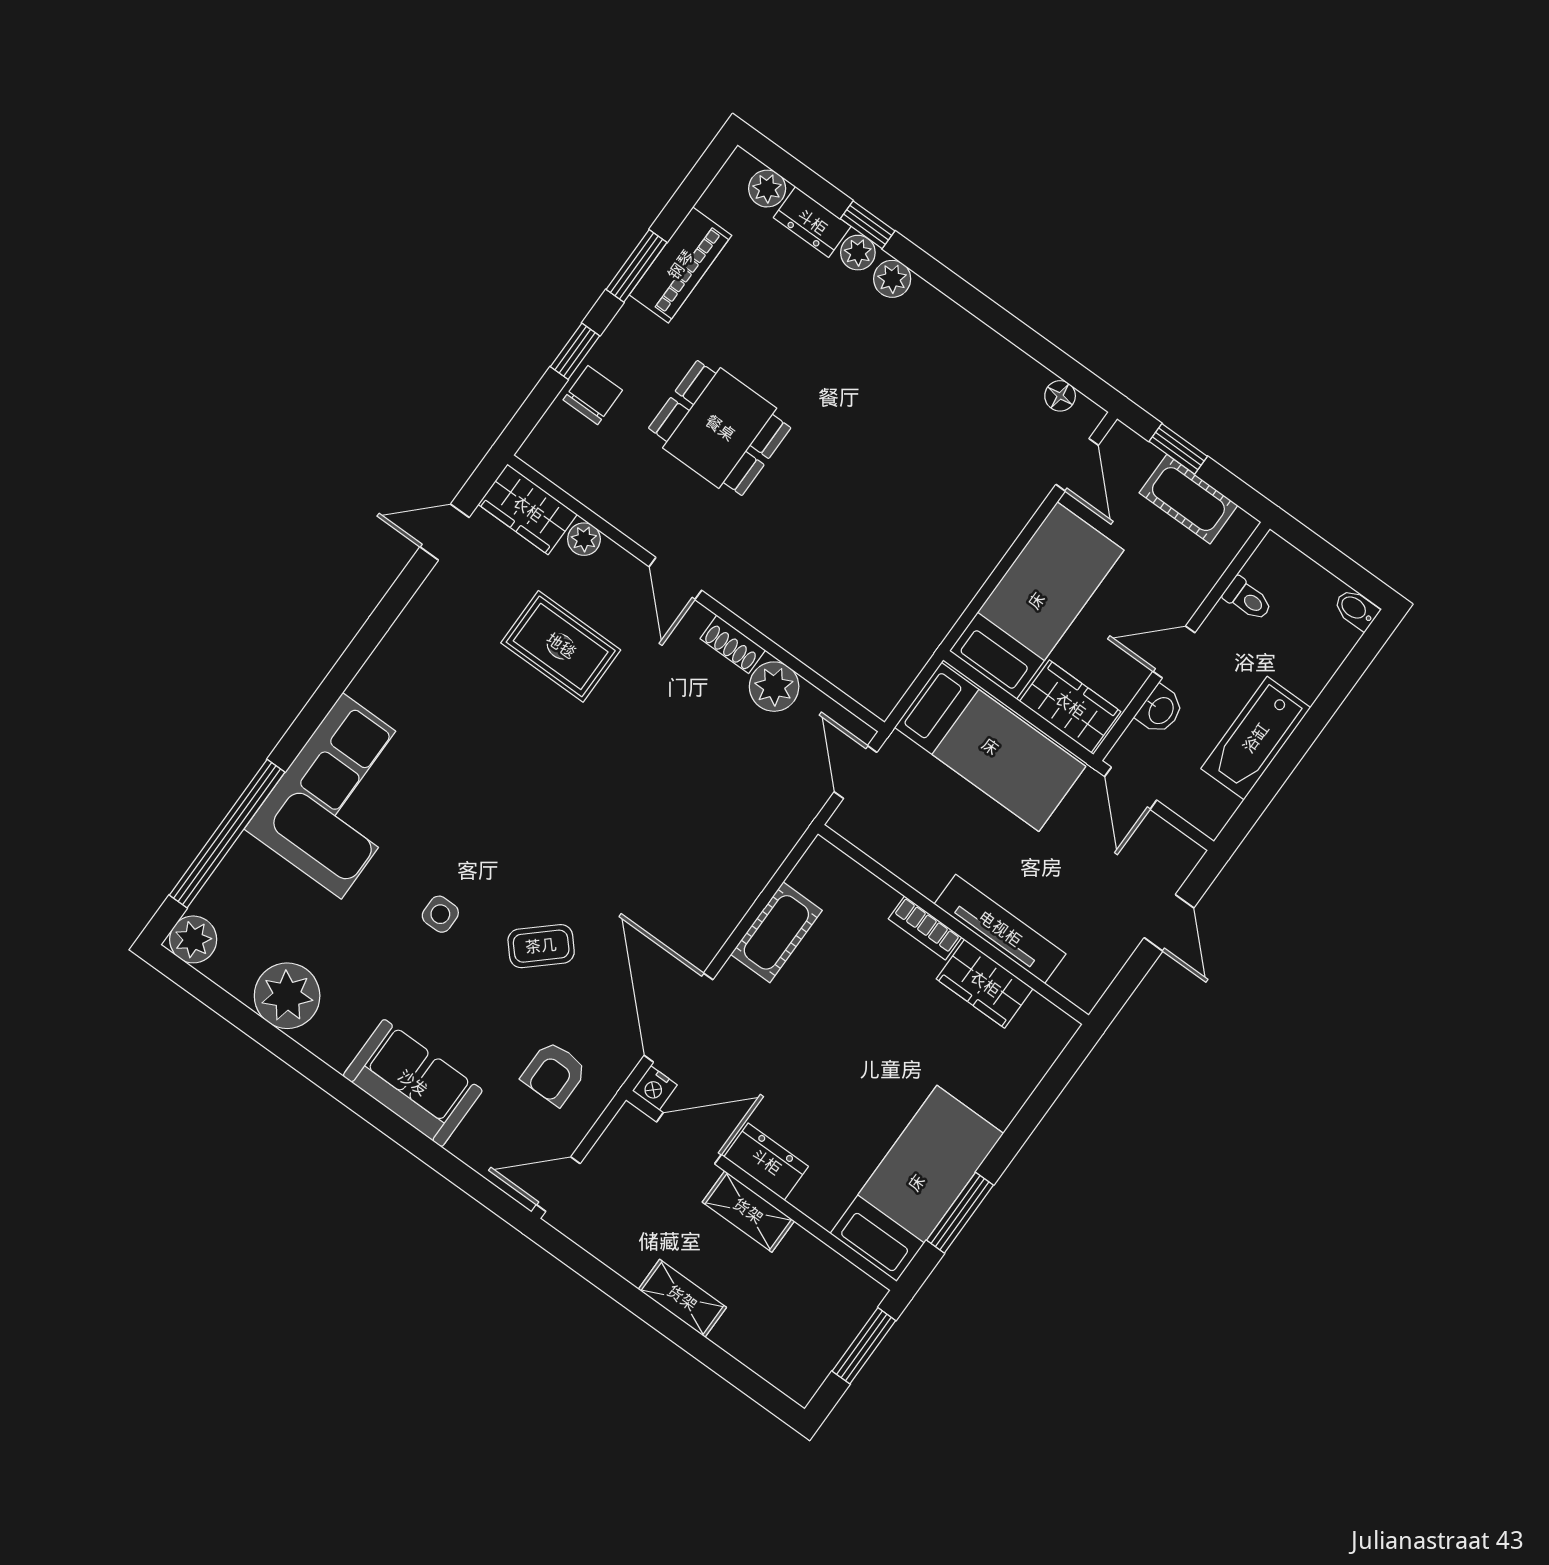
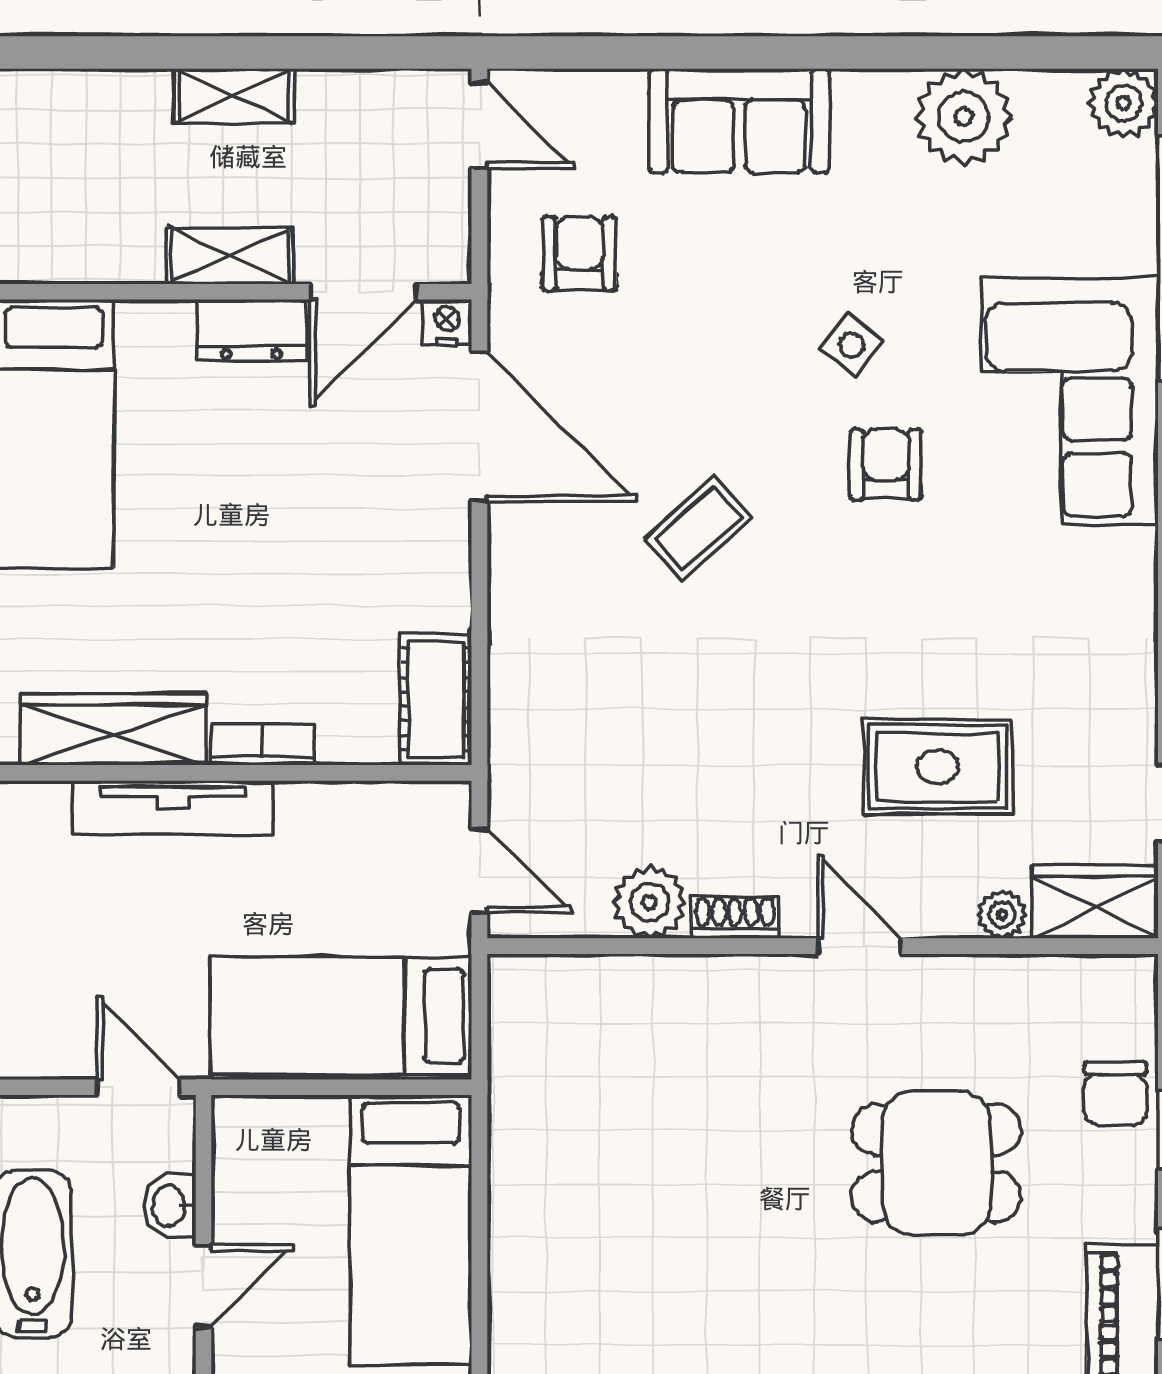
wardrobe: (1070, 706) -> (280, 1132), removed
armchair: (469, 834) -> (886, 464), added
side table: (440, 914) -> (851, 345), turned 38
cot: (776, 932) -> (436, 699), moved
coffee table: (541, 946) -> (698, 528), moved
wardrobe: (985, 984) -> (113, 729), width x1.50
door: (558, 1184) -> (479, 125), hinge flipped

